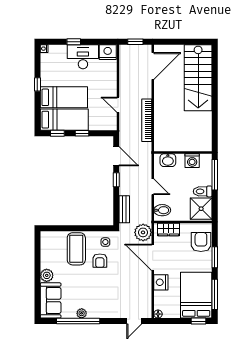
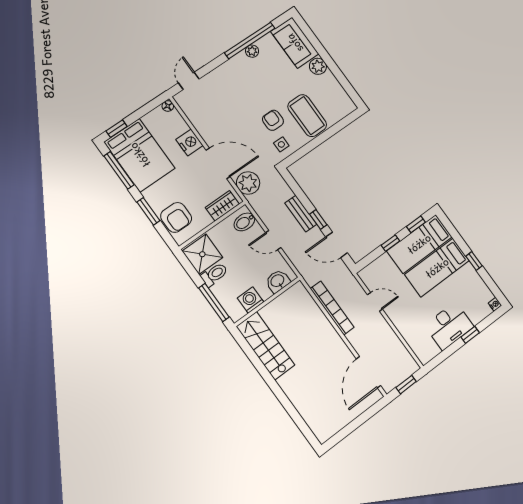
nightstand: (108, 52) -> (427, 351), removed
stairs: (198, 78) -> (266, 346), moved, width x0.73, depth x0.66
bench: (124, 209) -> (301, 214), moved

